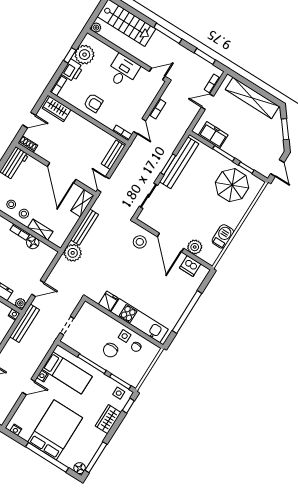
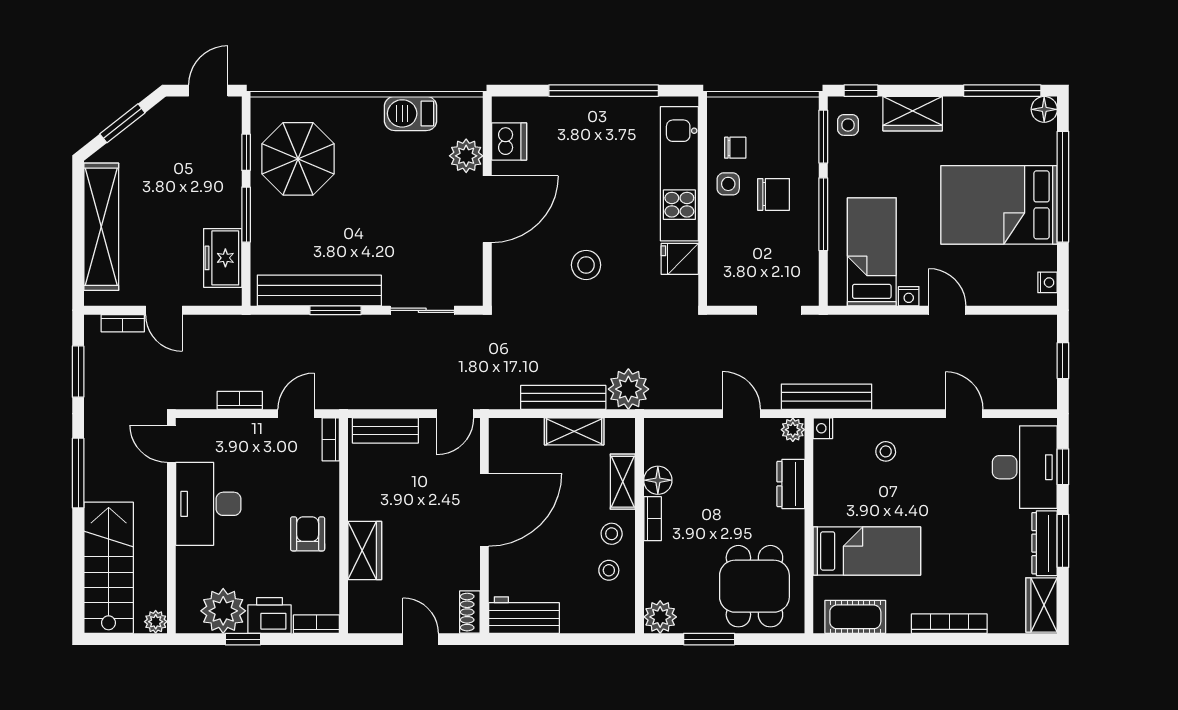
desk: (123, 71) -> (208, 504), width x1.37
wardrobe: (57, 109) -> (365, 551), moved
shelving: (82, 203) -> (574, 431), moved
stool: (140, 242) -> (586, 265), moved

